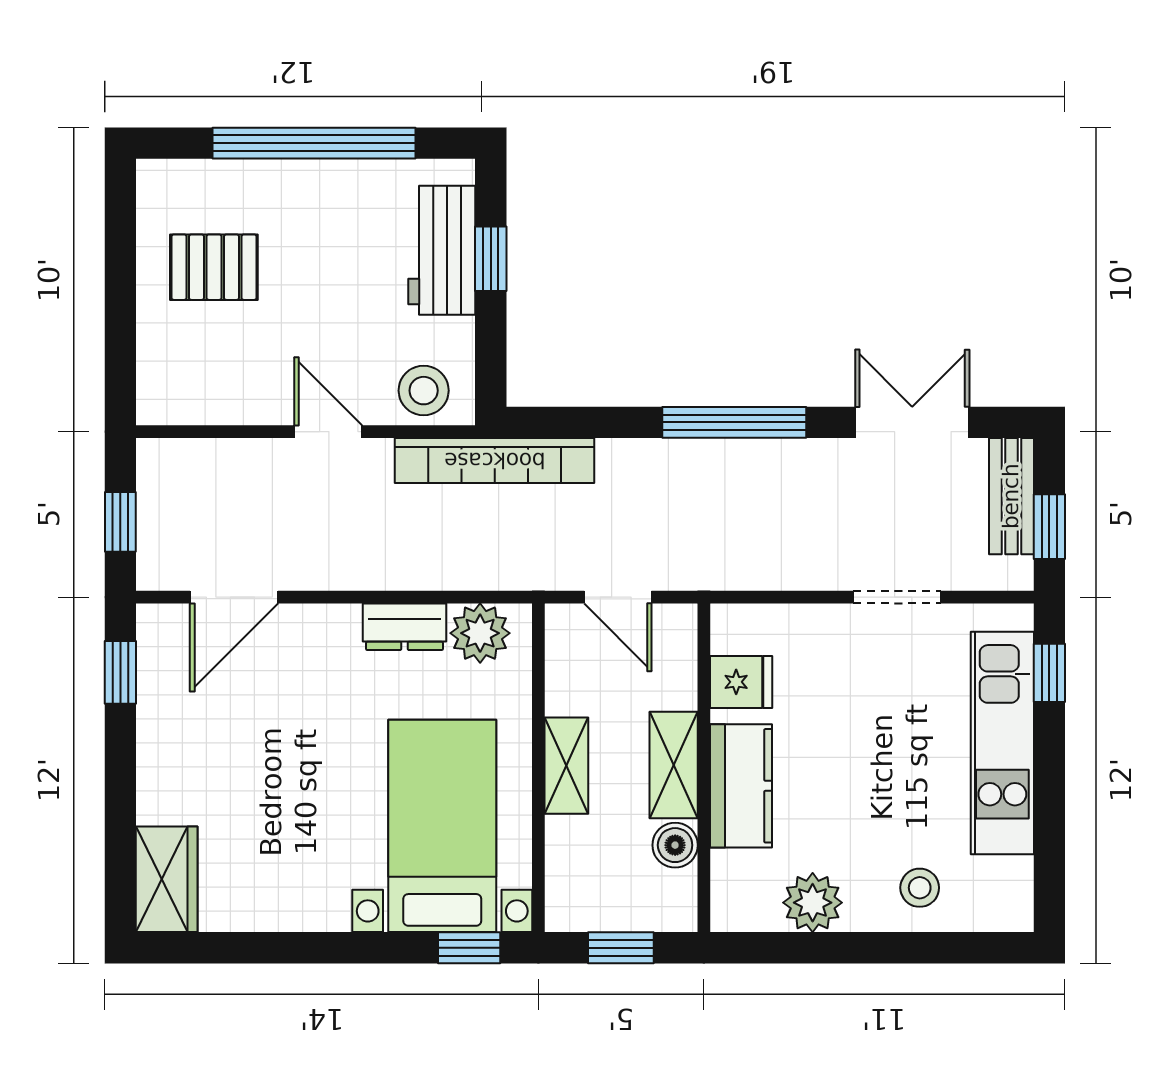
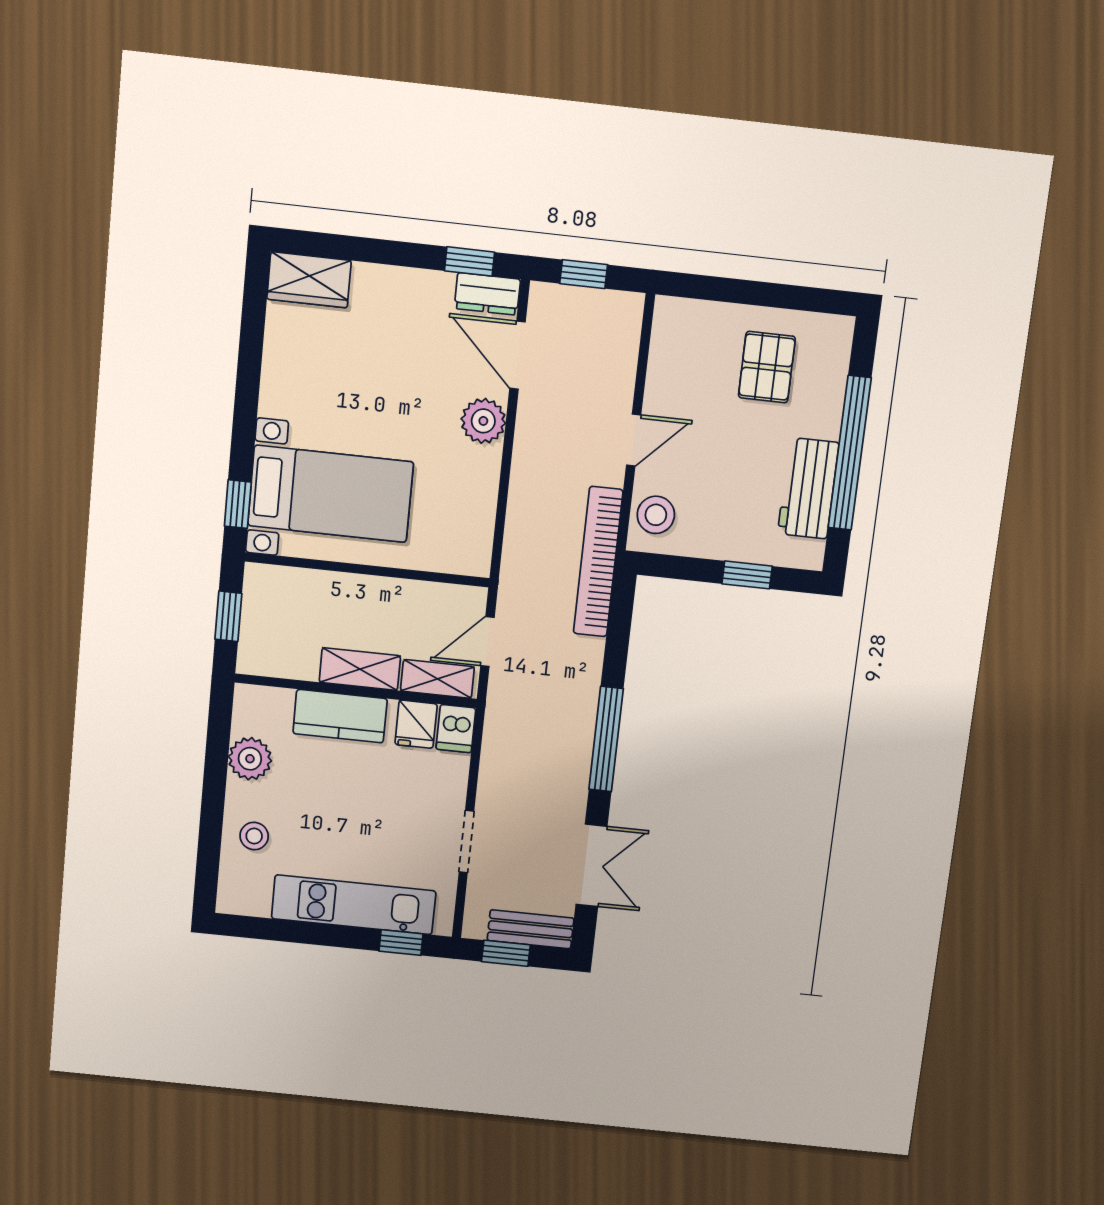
workbench: (442, 250) -> (808, 488), moved, turned -90
dresser: (404, 627) -> (487, 294), moved, turned -90
dishwasher: (741, 628) -> (456, 729), added
plant: (480, 633) -> (483, 421), moved
shelving: (566, 766) -> (437, 679), moved
boiler: (675, 845) -> (301, 664), removed

